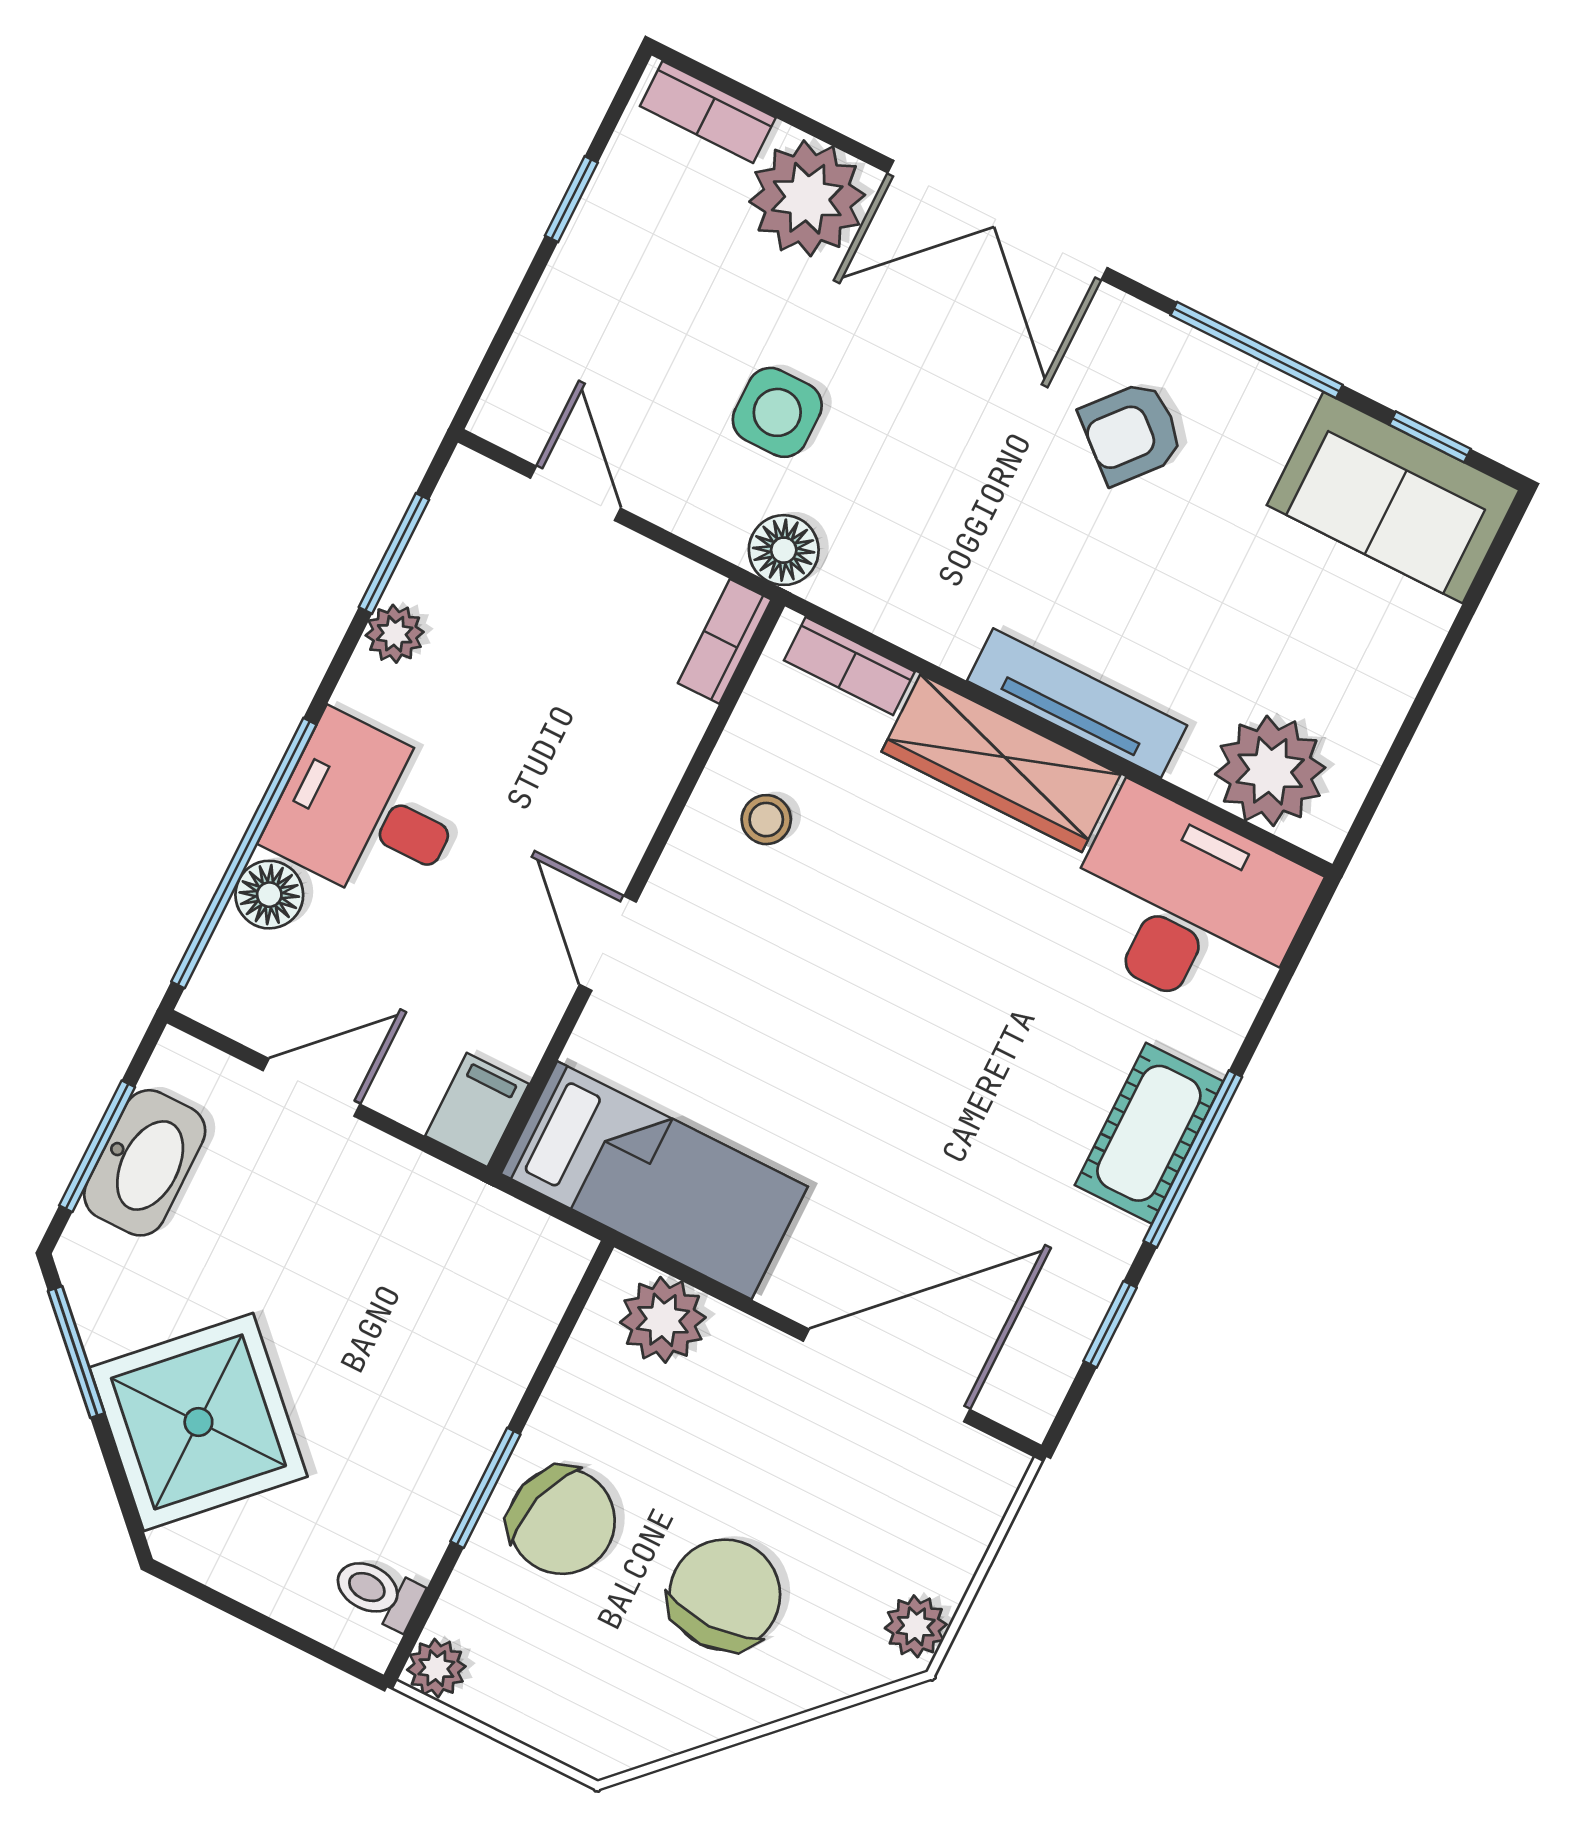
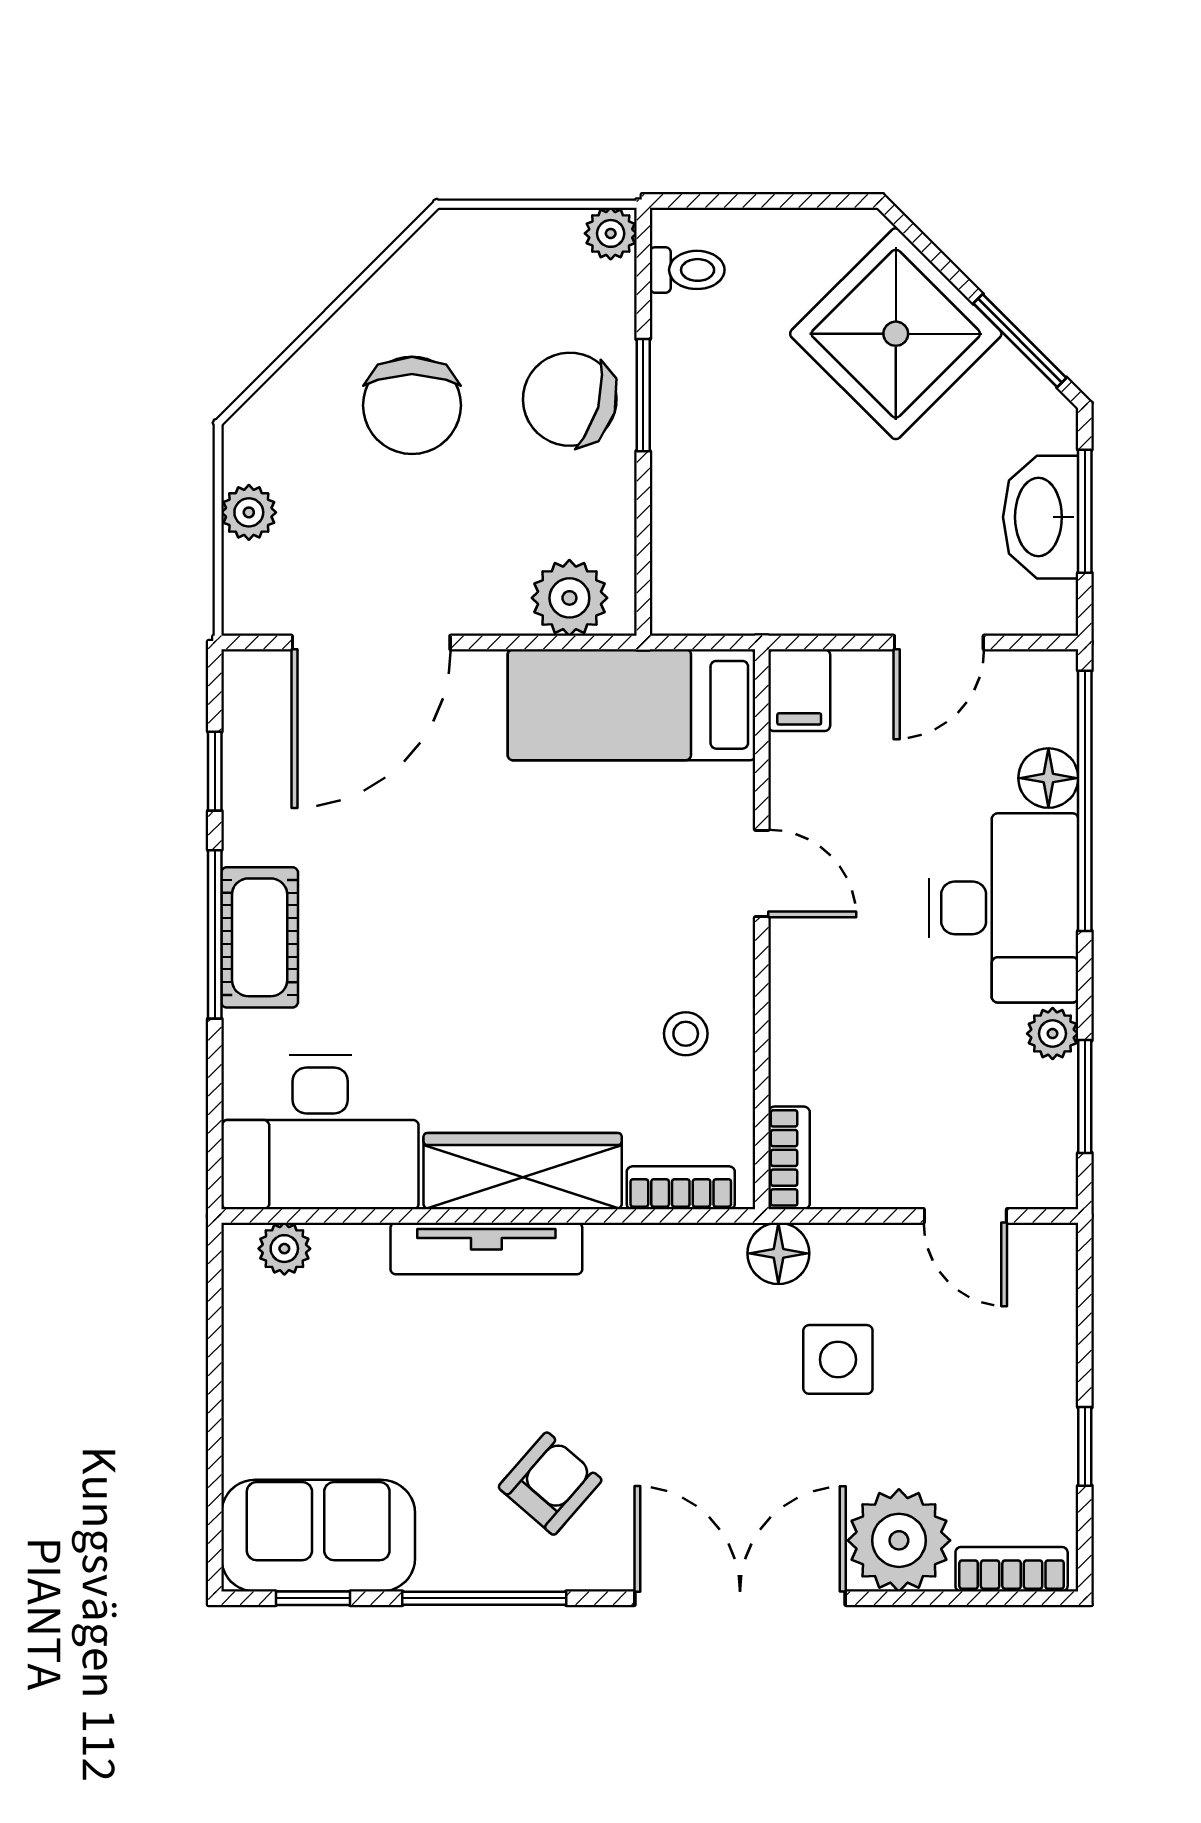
plant: (1270, 771) -> (284, 1249), width x0.53, depth x0.53
desk: (367, 812) -> (1004, 908), width x1.37
plant: (916, 1626) -> (249, 512), moved

